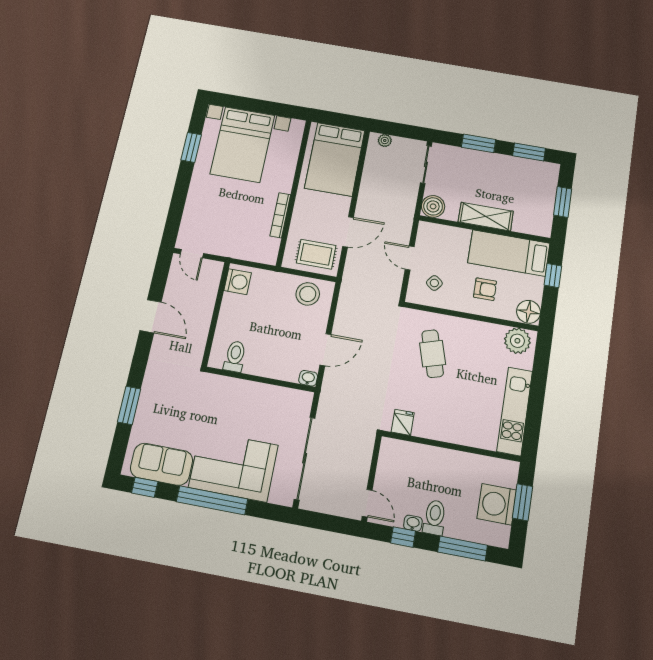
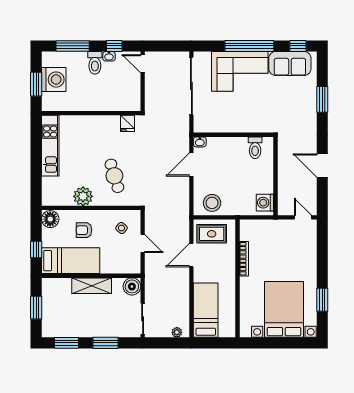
bed: (335, 159) -> (206, 310), width x0.67
plant: (517, 341) -> (83, 196), moved

